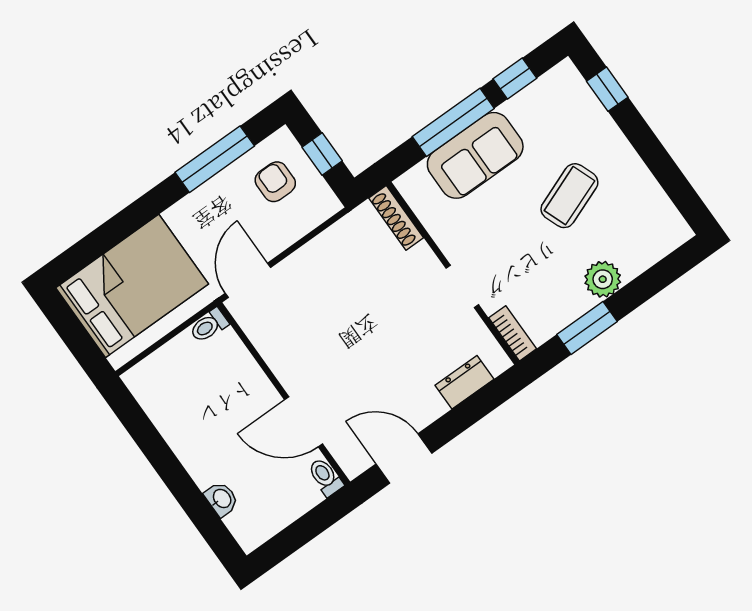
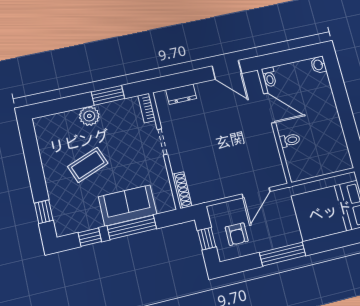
window: (215, 159) -> (283, 254), moved
door: (248, 280) -> (256, 193), moved
toilet: (209, 326) -> (290, 140), moved
washbasin: (221, 499) -> (319, 65), moved

